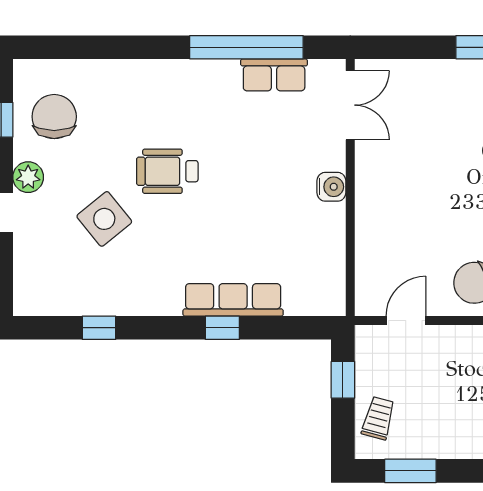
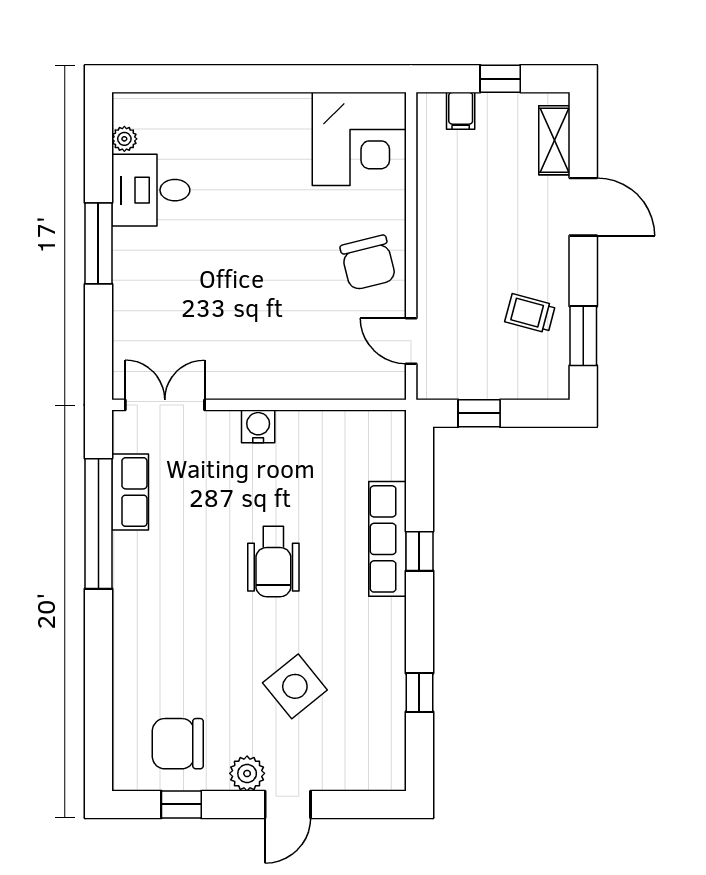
wheelchair: (167, 171) -> (273, 562), moved
trolley: (378, 418) -> (530, 313), moved

